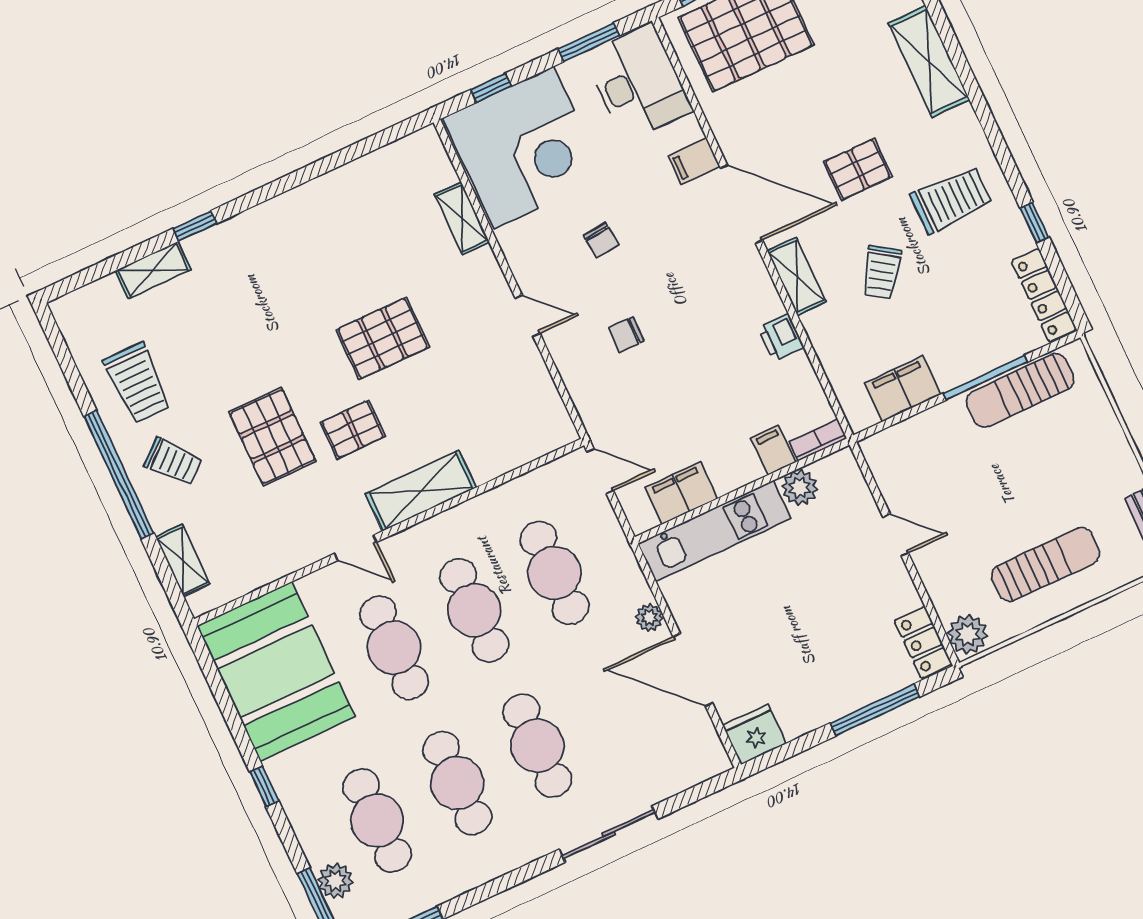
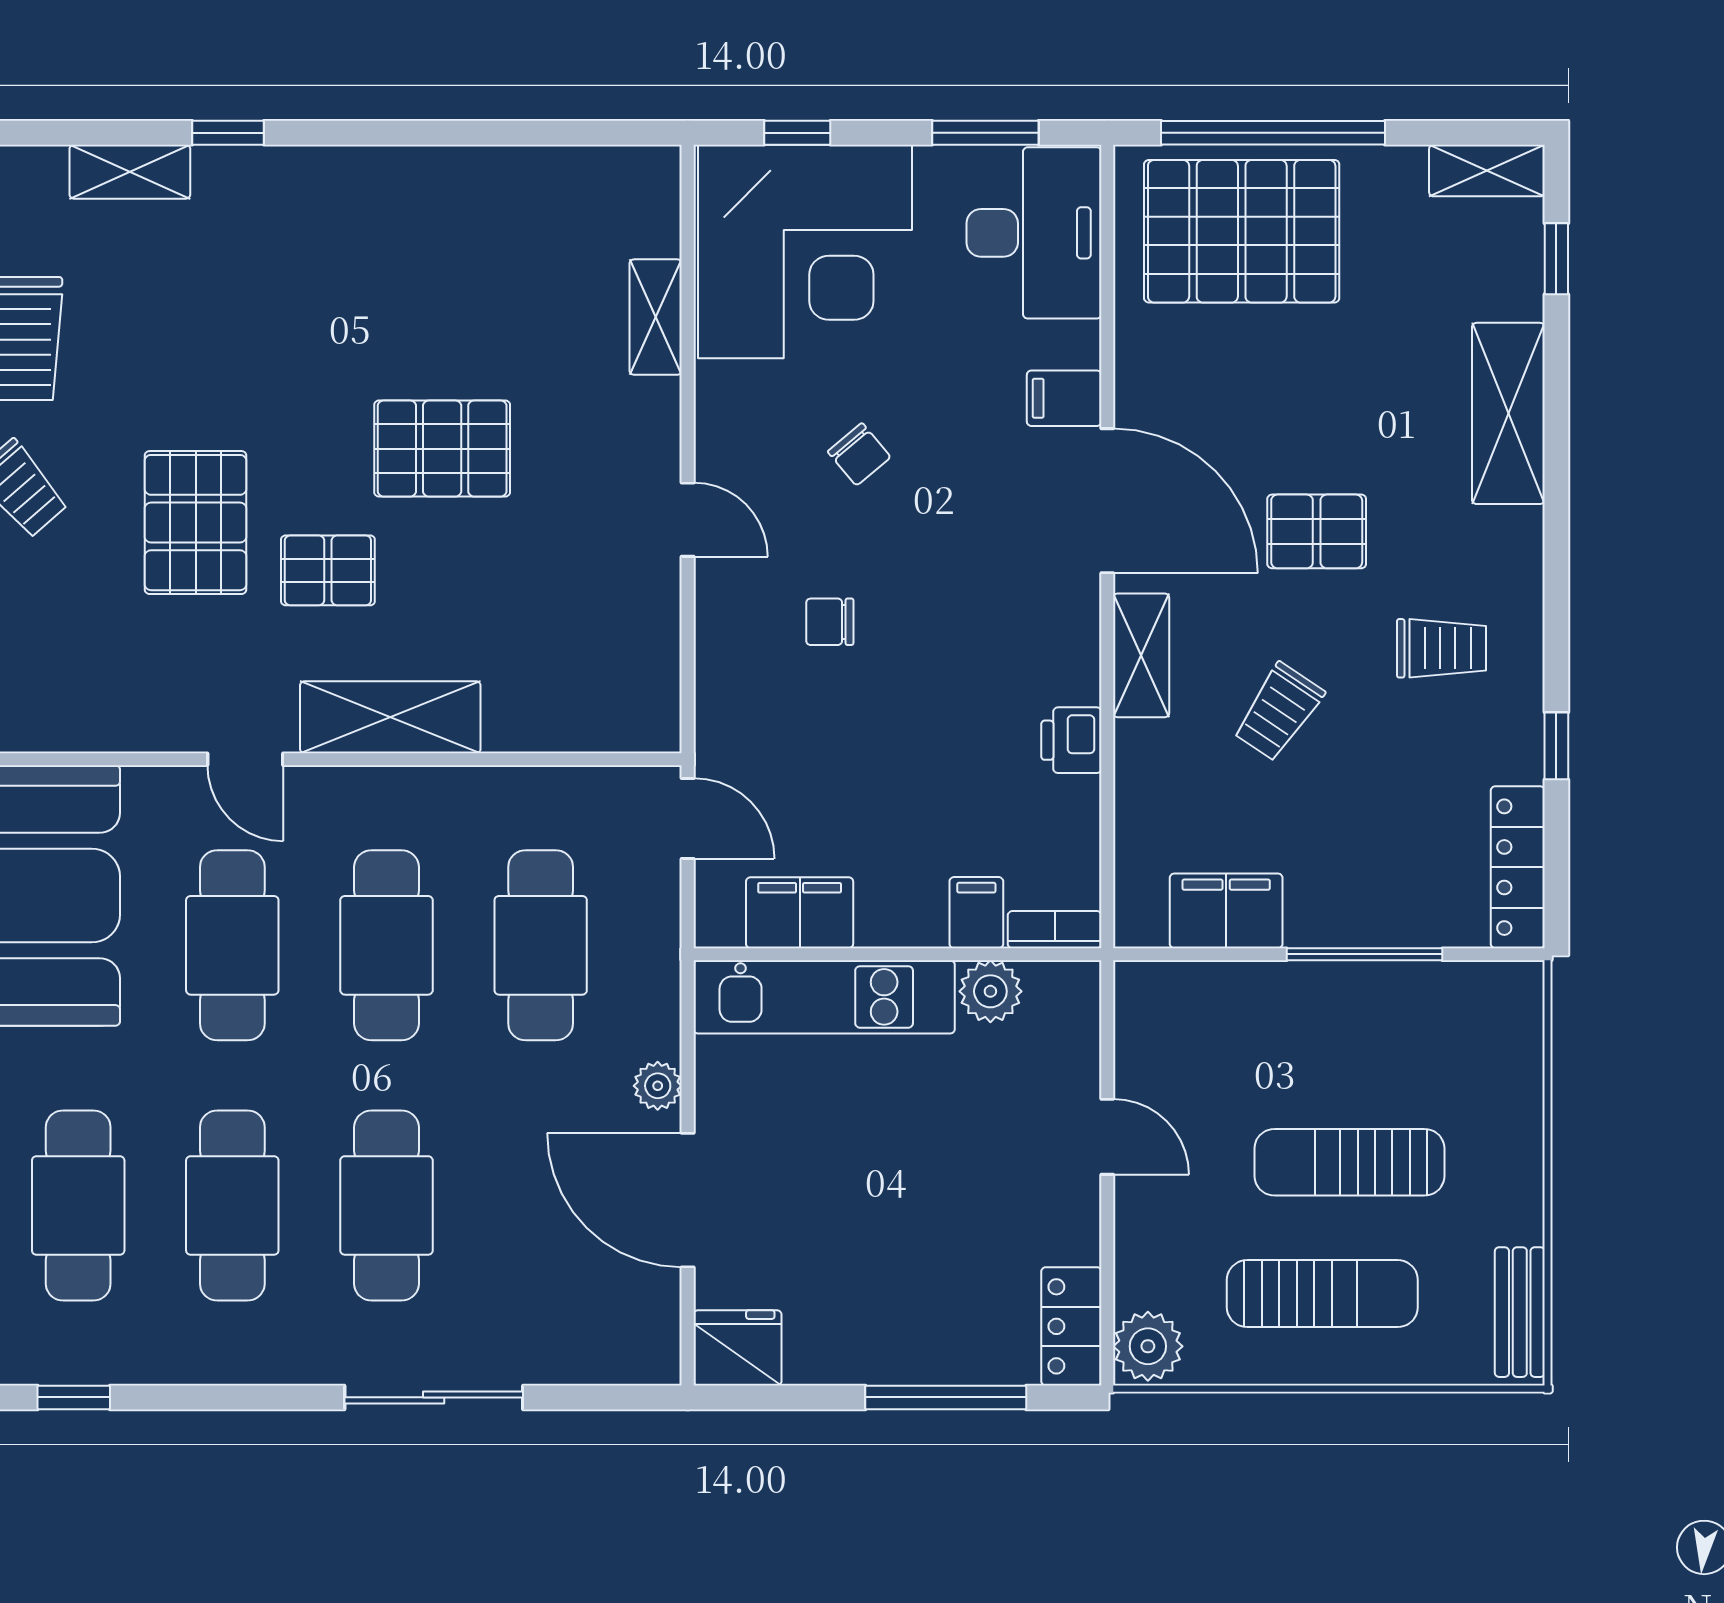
trolley: (951, 200) -> (1442, 648), width x0.73, depth x0.72
chair: (601, 240) -> (859, 454), turned -34
sun lounger: (1020, 390) -> (1349, 1162), moved

